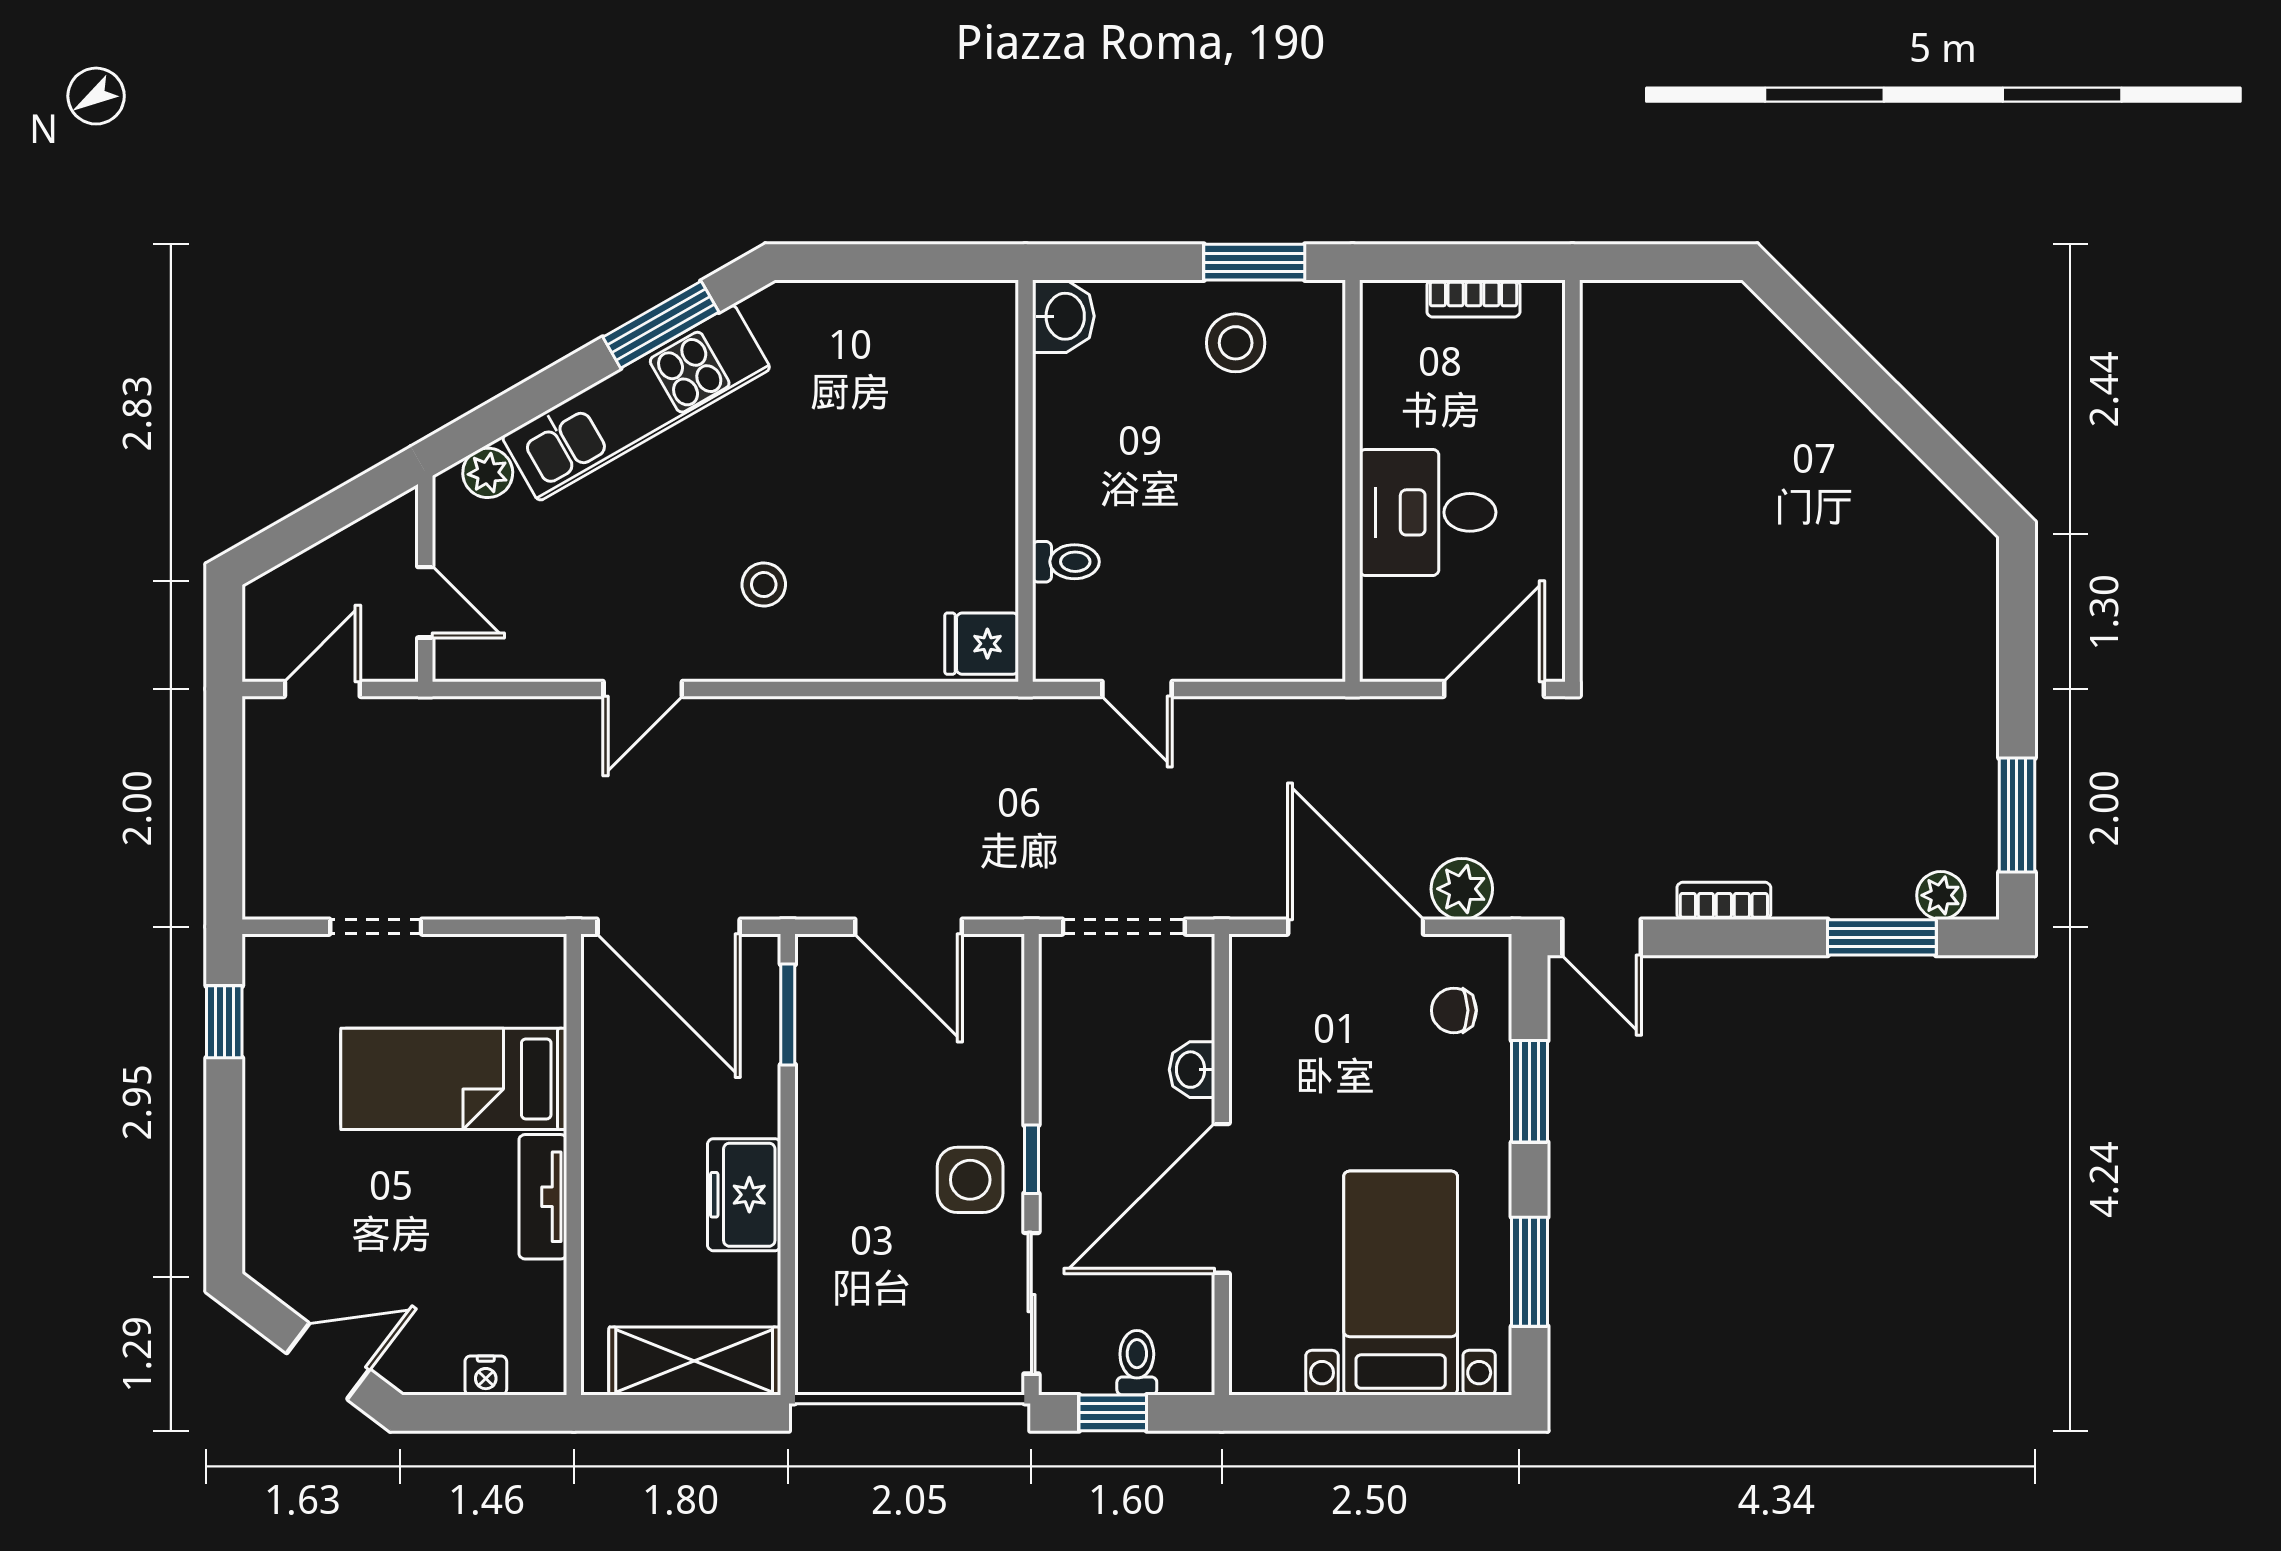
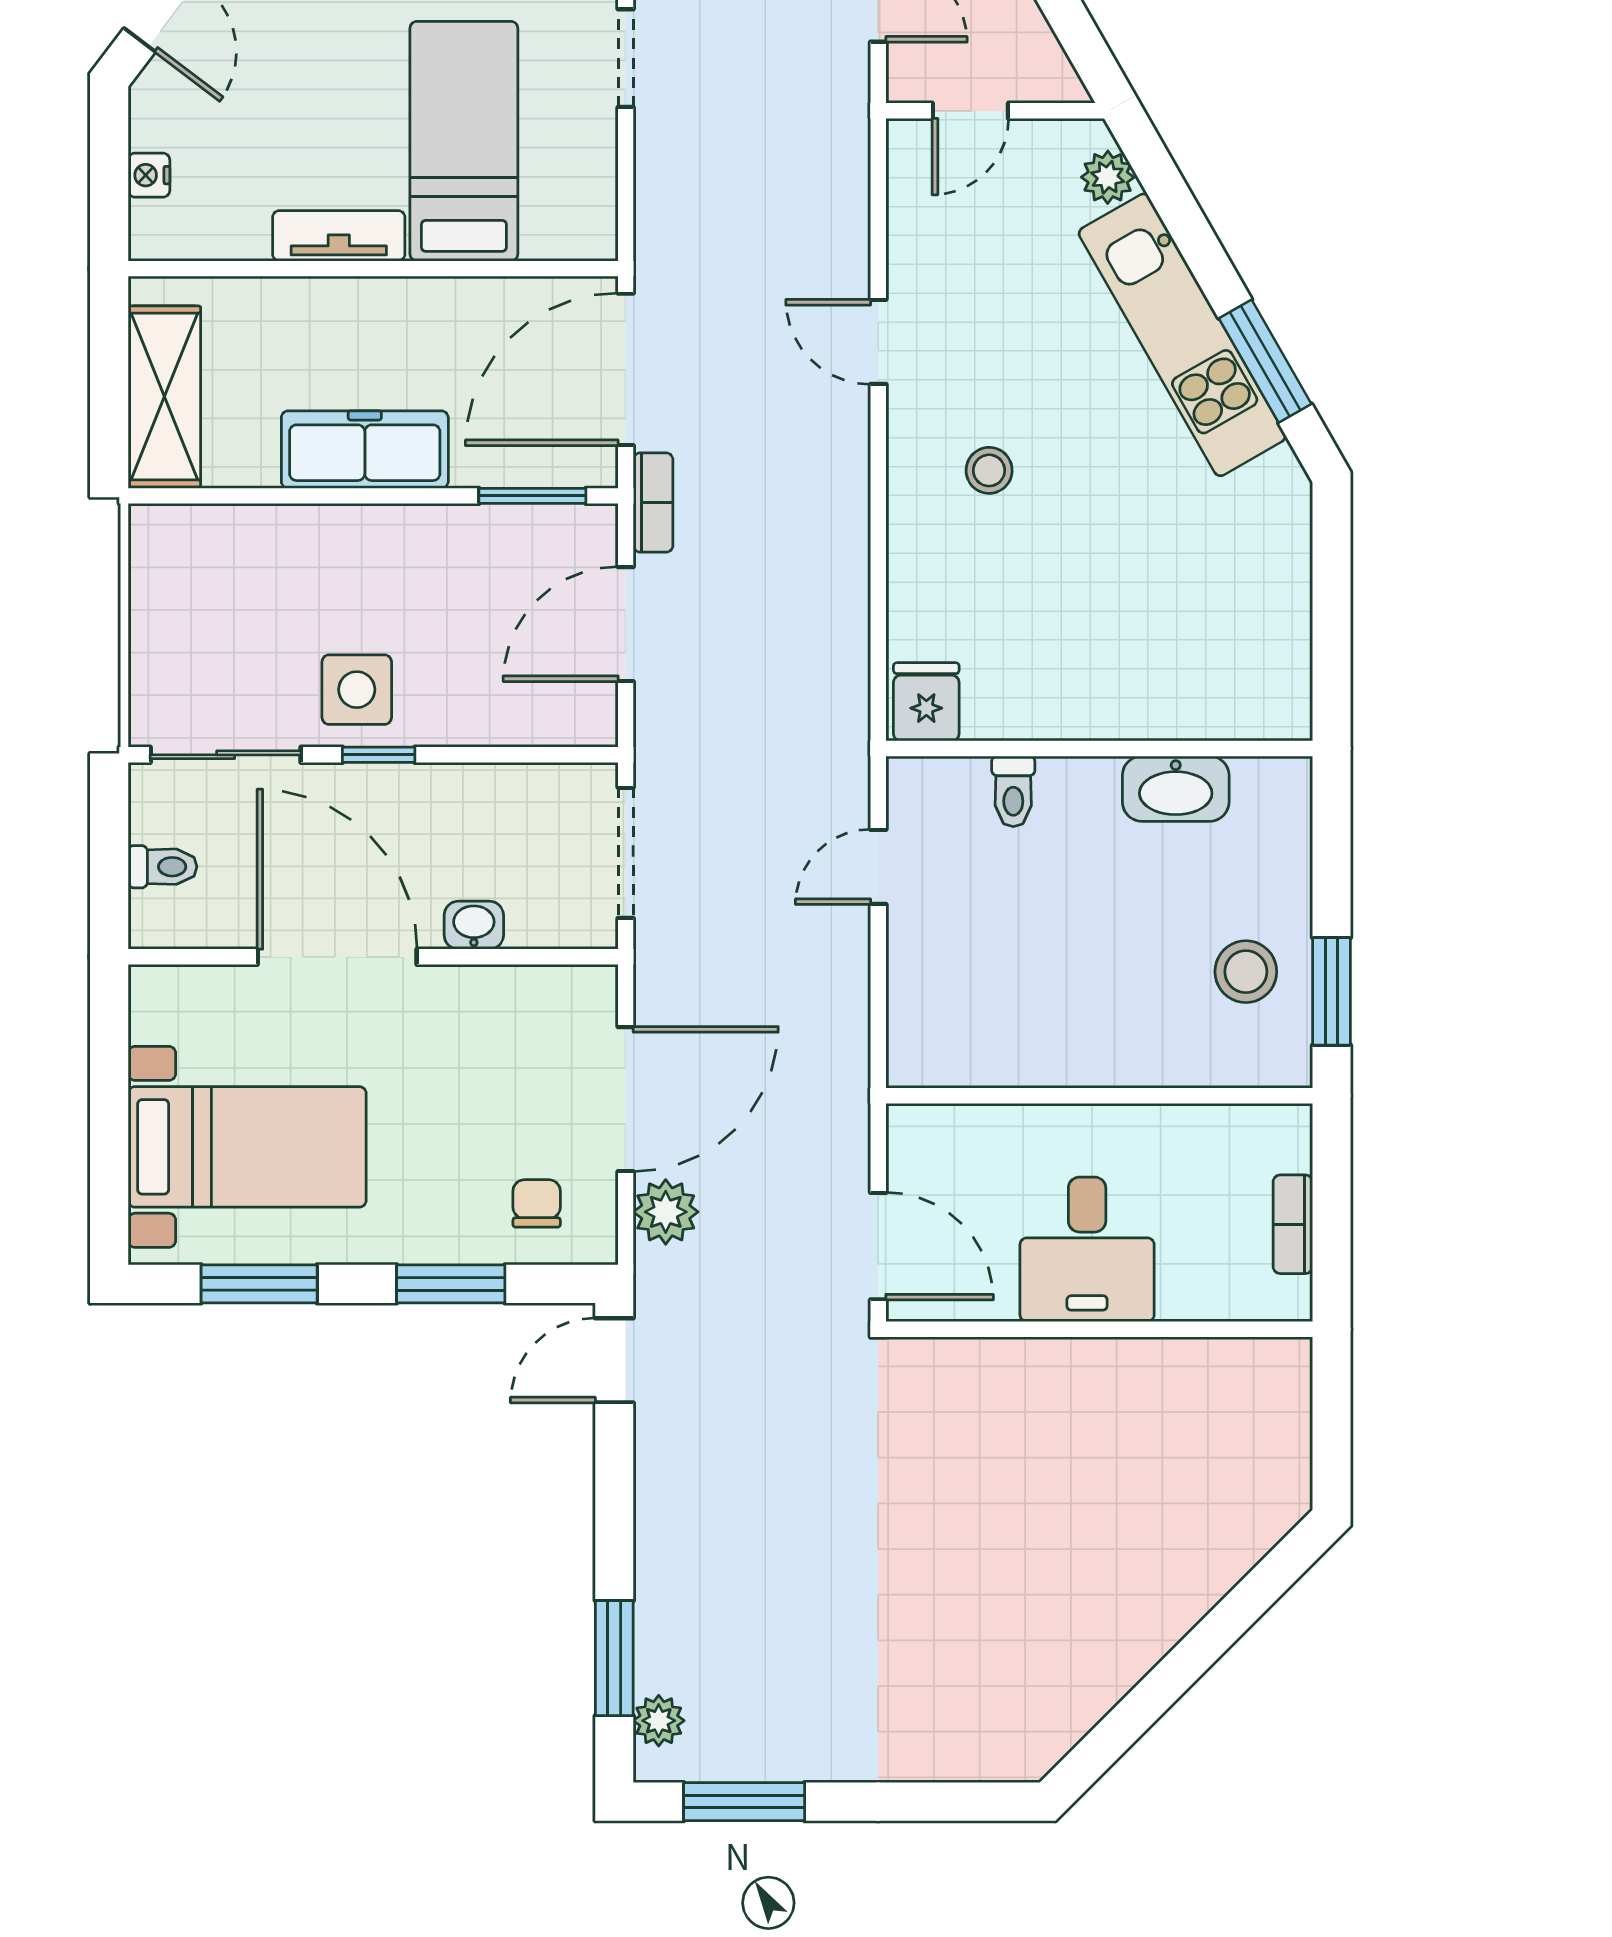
washbasin: (1063, 316) -> (1176, 789), moved, width x1.38
desk: (1428, 512) -> (1087, 1249), moved, turned 180
bookcase: (1724, 901) -> (653, 503), moved
freezer: (744, 1195) -> (365, 450), width x1.40
window: (1113, 1413) -> (109, 841), removed

